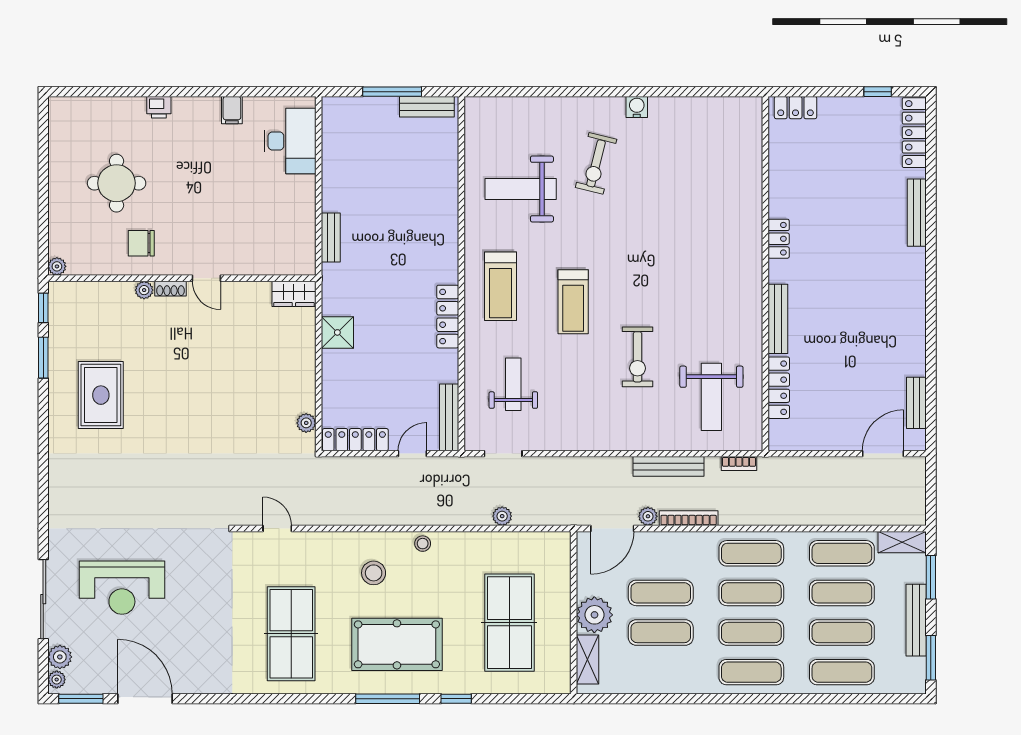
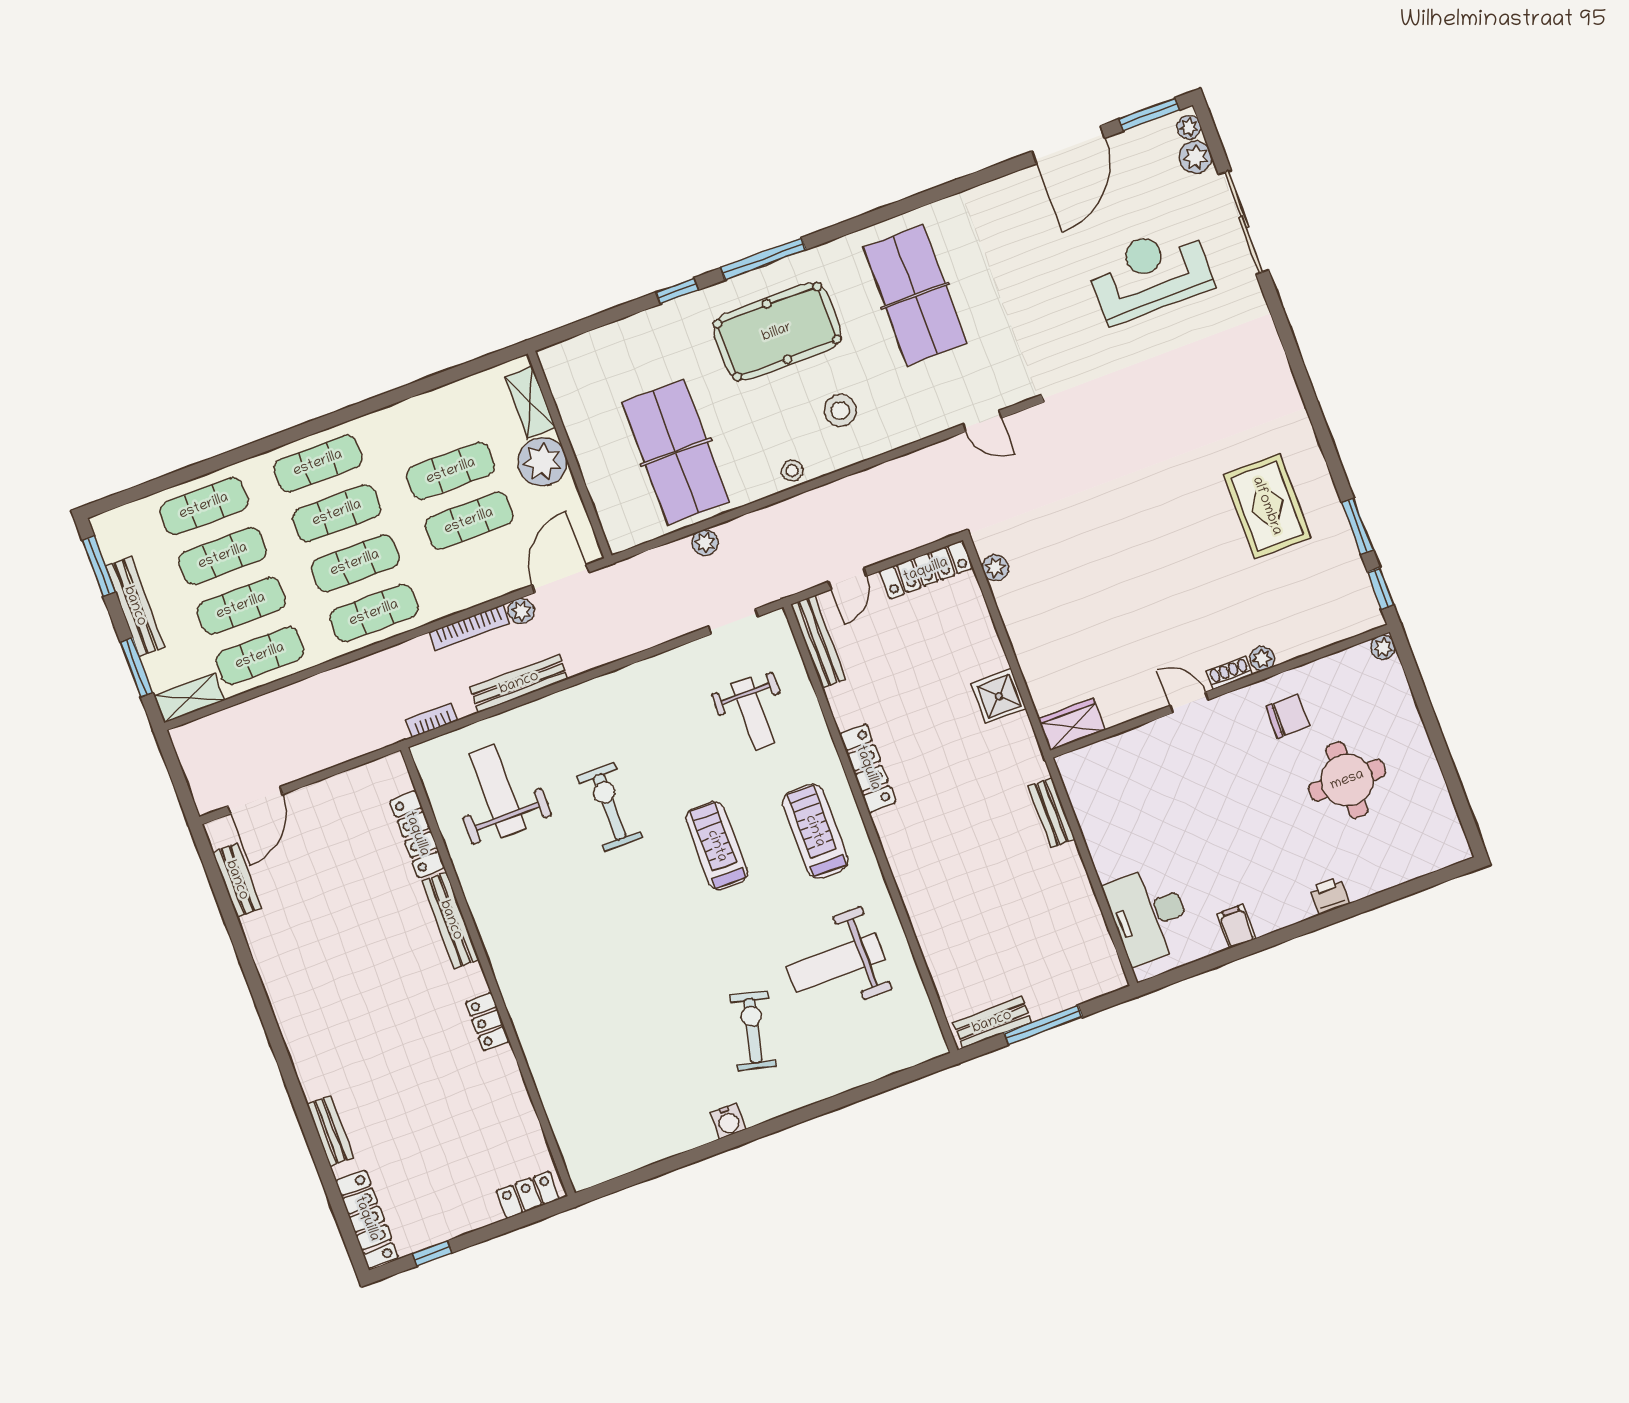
weight bench: (521, 189) -> (836, 963), turned 180
bench: (917, 213) -> (330, 1131), width x0.73
table tennis table: (509, 623) -> (676, 452), moved
door: (145, 699) -> (1068, 145), hinge flipped

